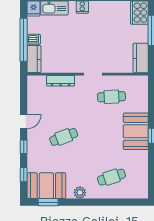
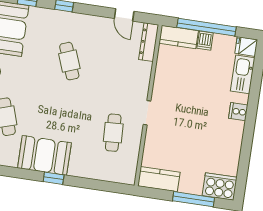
dresser: (61, 81) -> (149, 42), moved
door: (24, 122) -> (124, 15), moved
booth: (136, 131) -> (44, 155), moved

